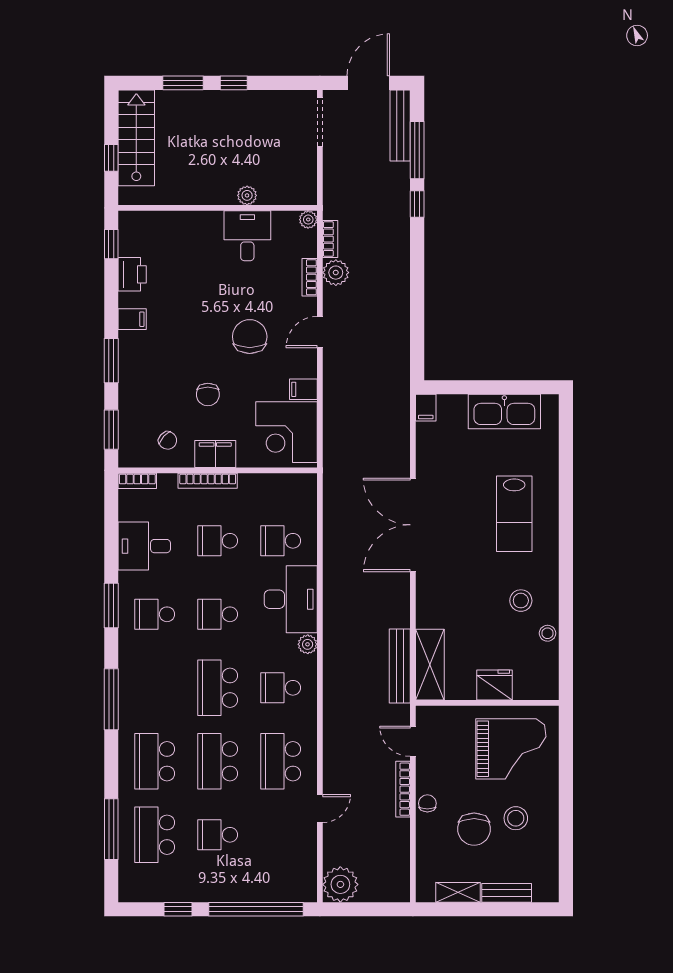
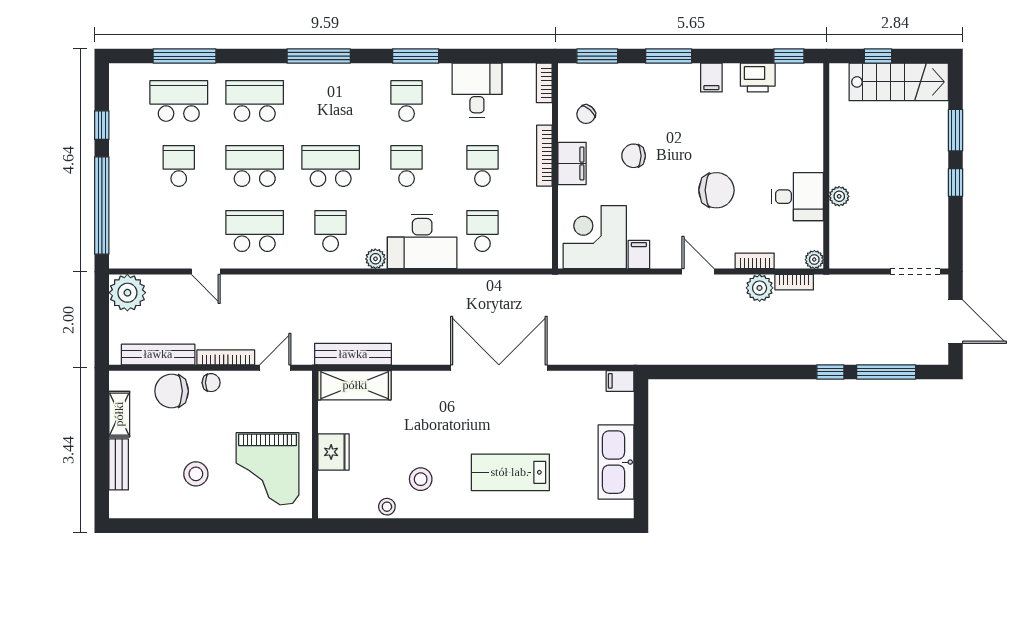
bench: (400, 125) -> (158, 354), moved
chair: (250, 337) -> (716, 190), moved
chair: (474, 829) -> (172, 391), moved

